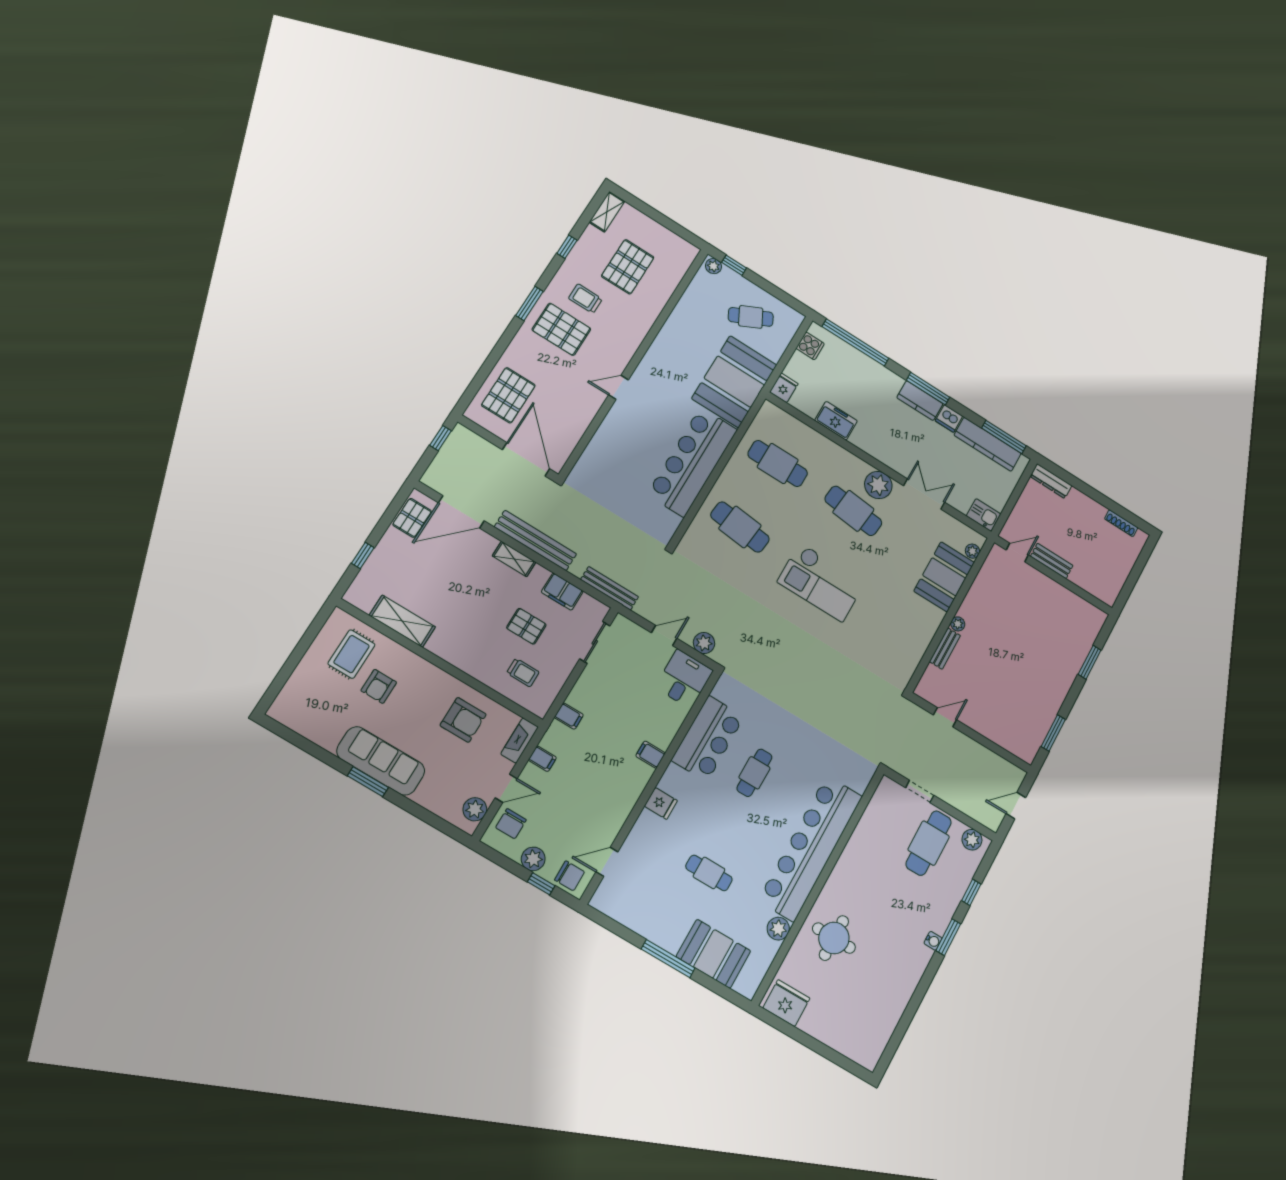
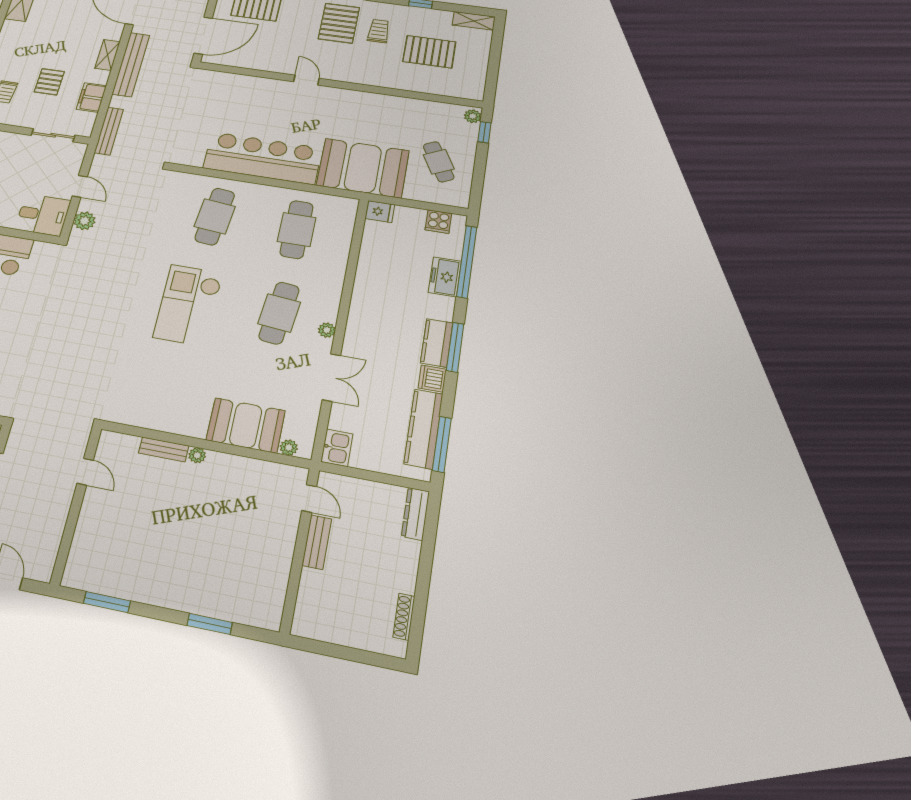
freezer: (836, 421) -> (445, 277), moved, turned 180
plant: (878, 485) -> (327, 330), width x0.53, depth x0.53

